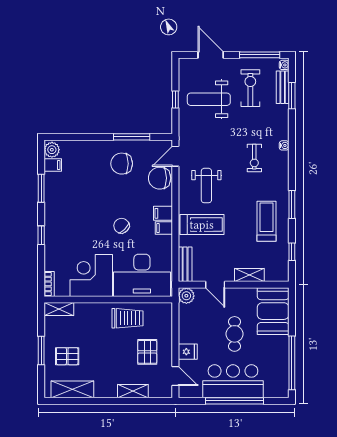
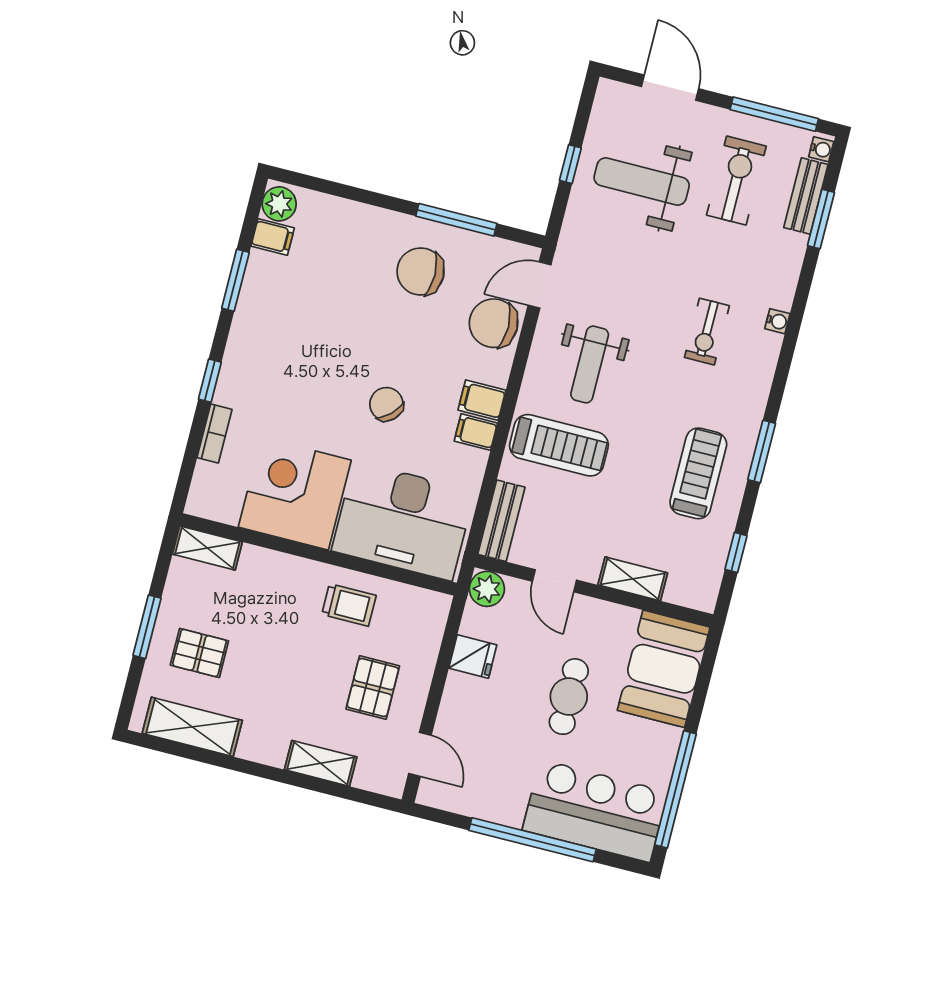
bookcase: (49, 284) -> (215, 434), moved
trolley: (128, 318) -> (349, 605), width x0.73, depth x0.72
fridge: (188, 352) -> (473, 656), moved
bar counter: (233, 381) -> (595, 811), moved

